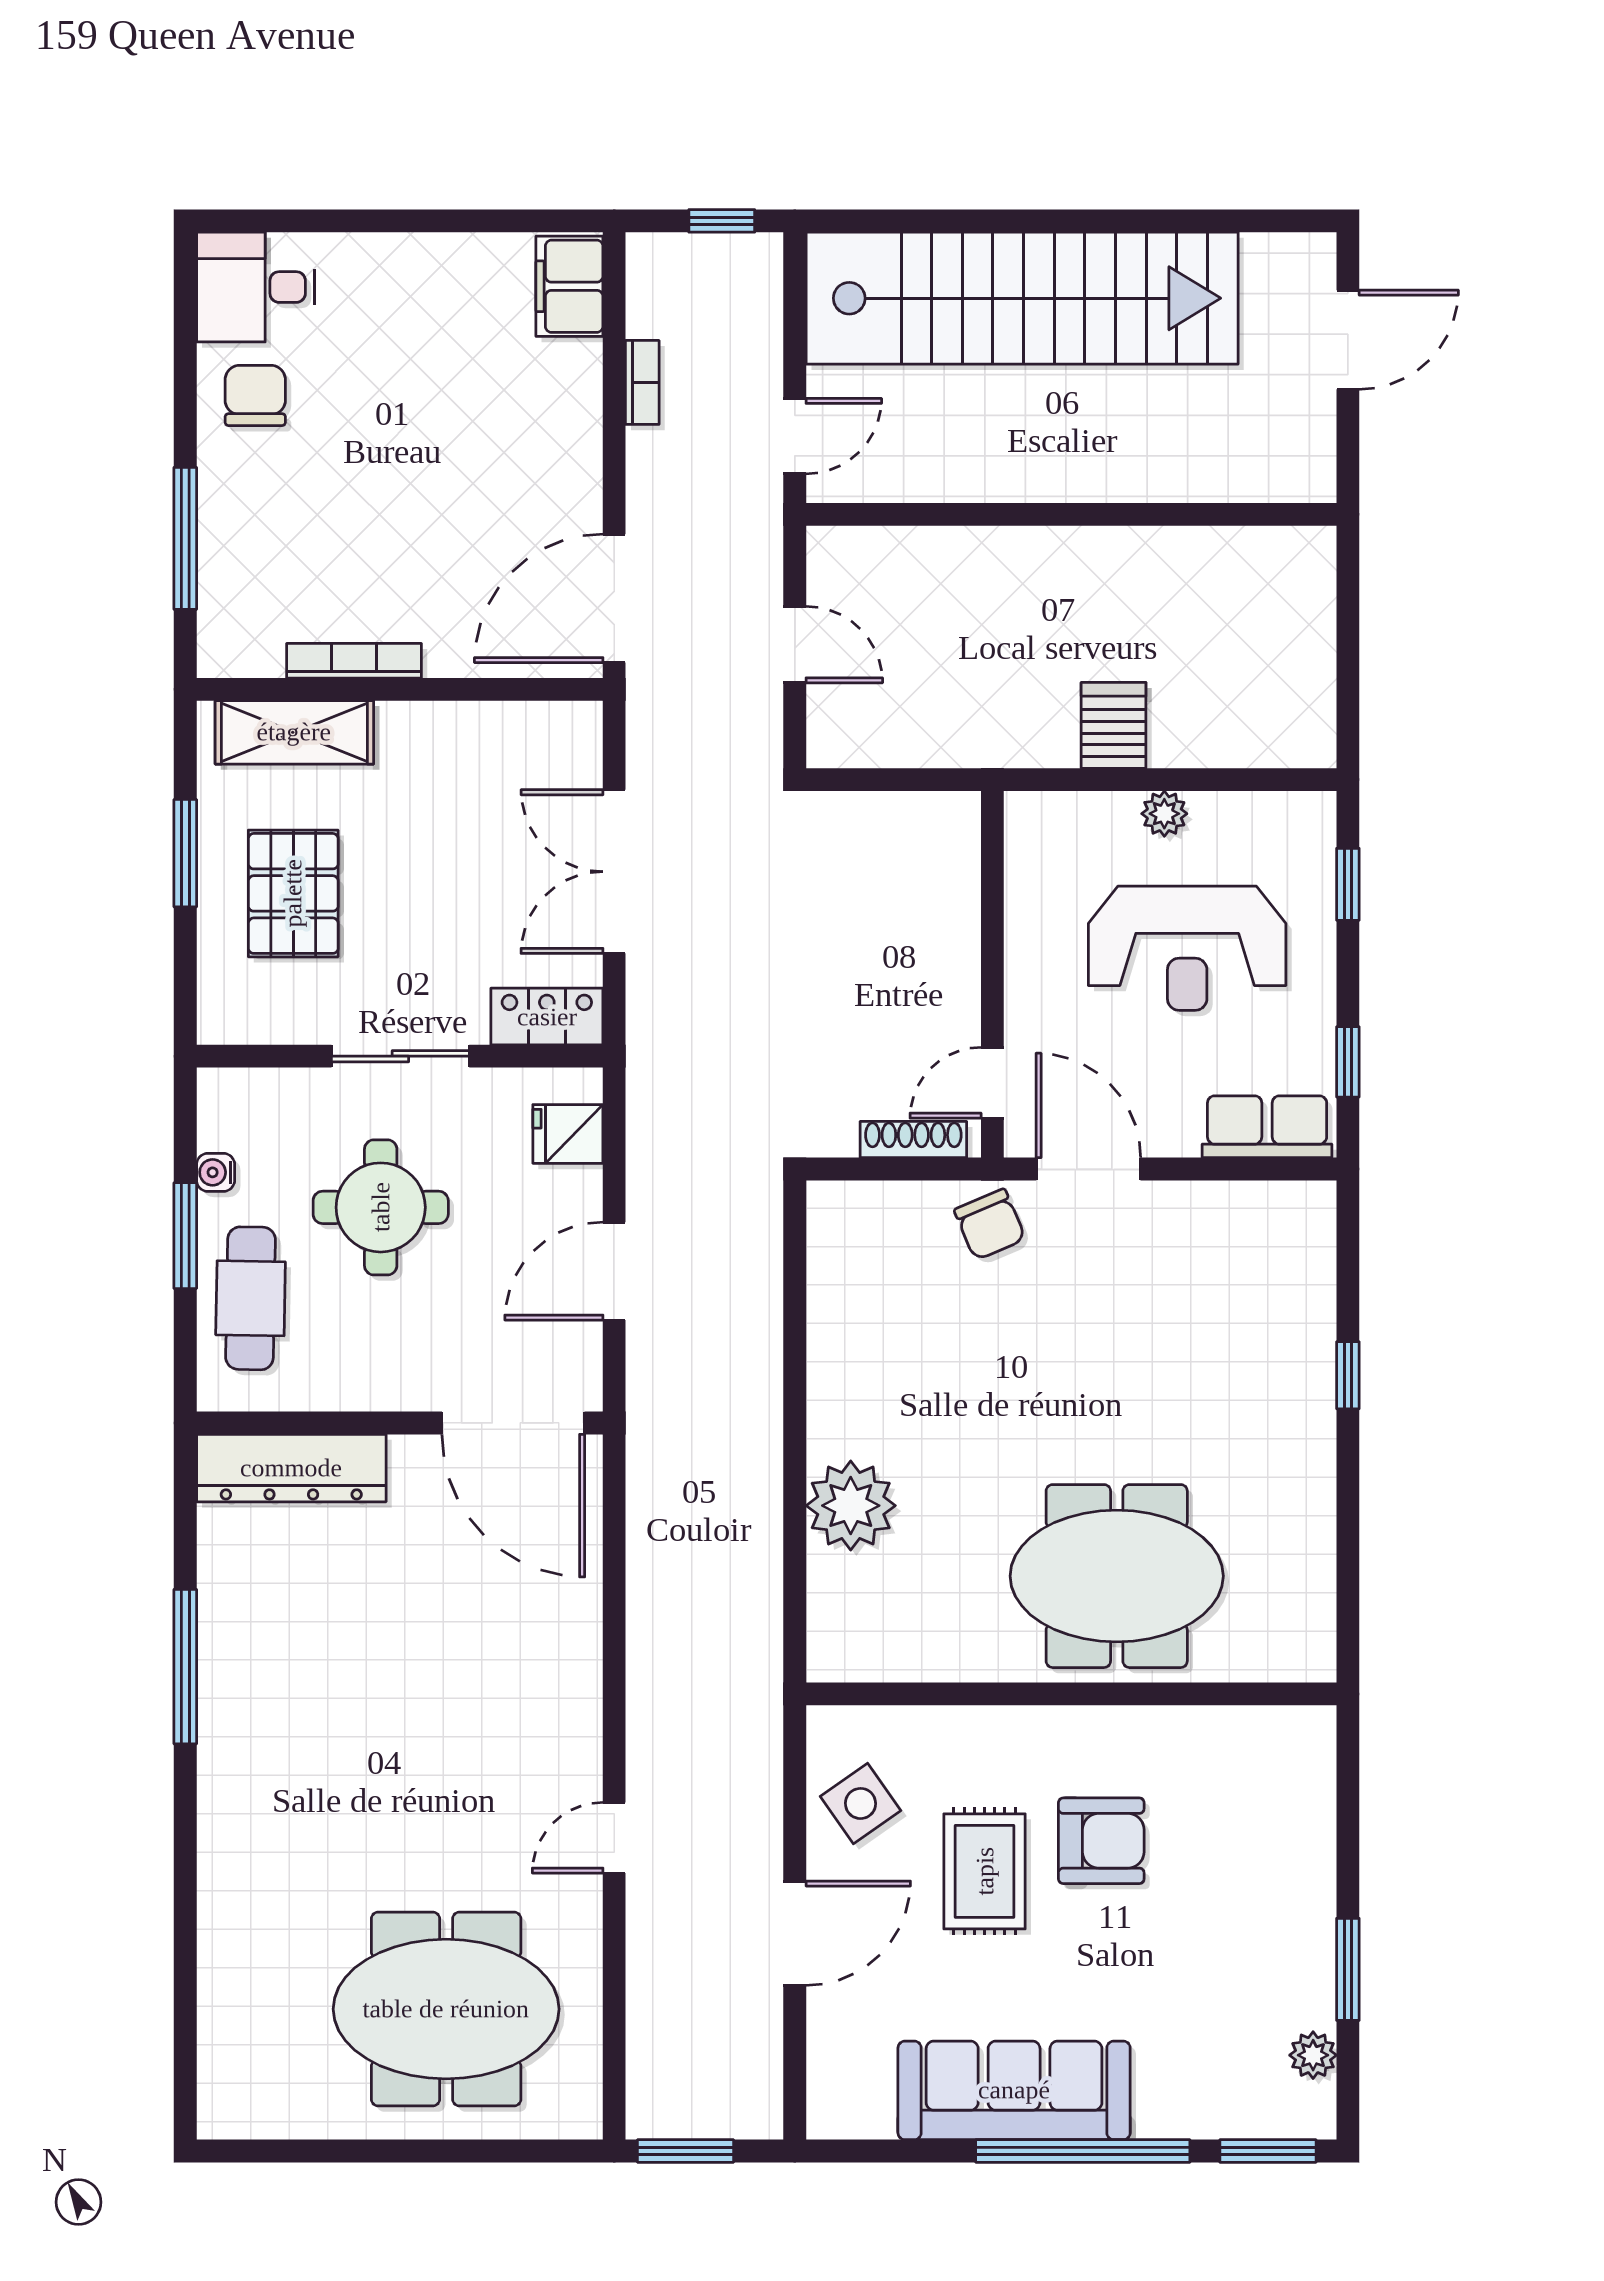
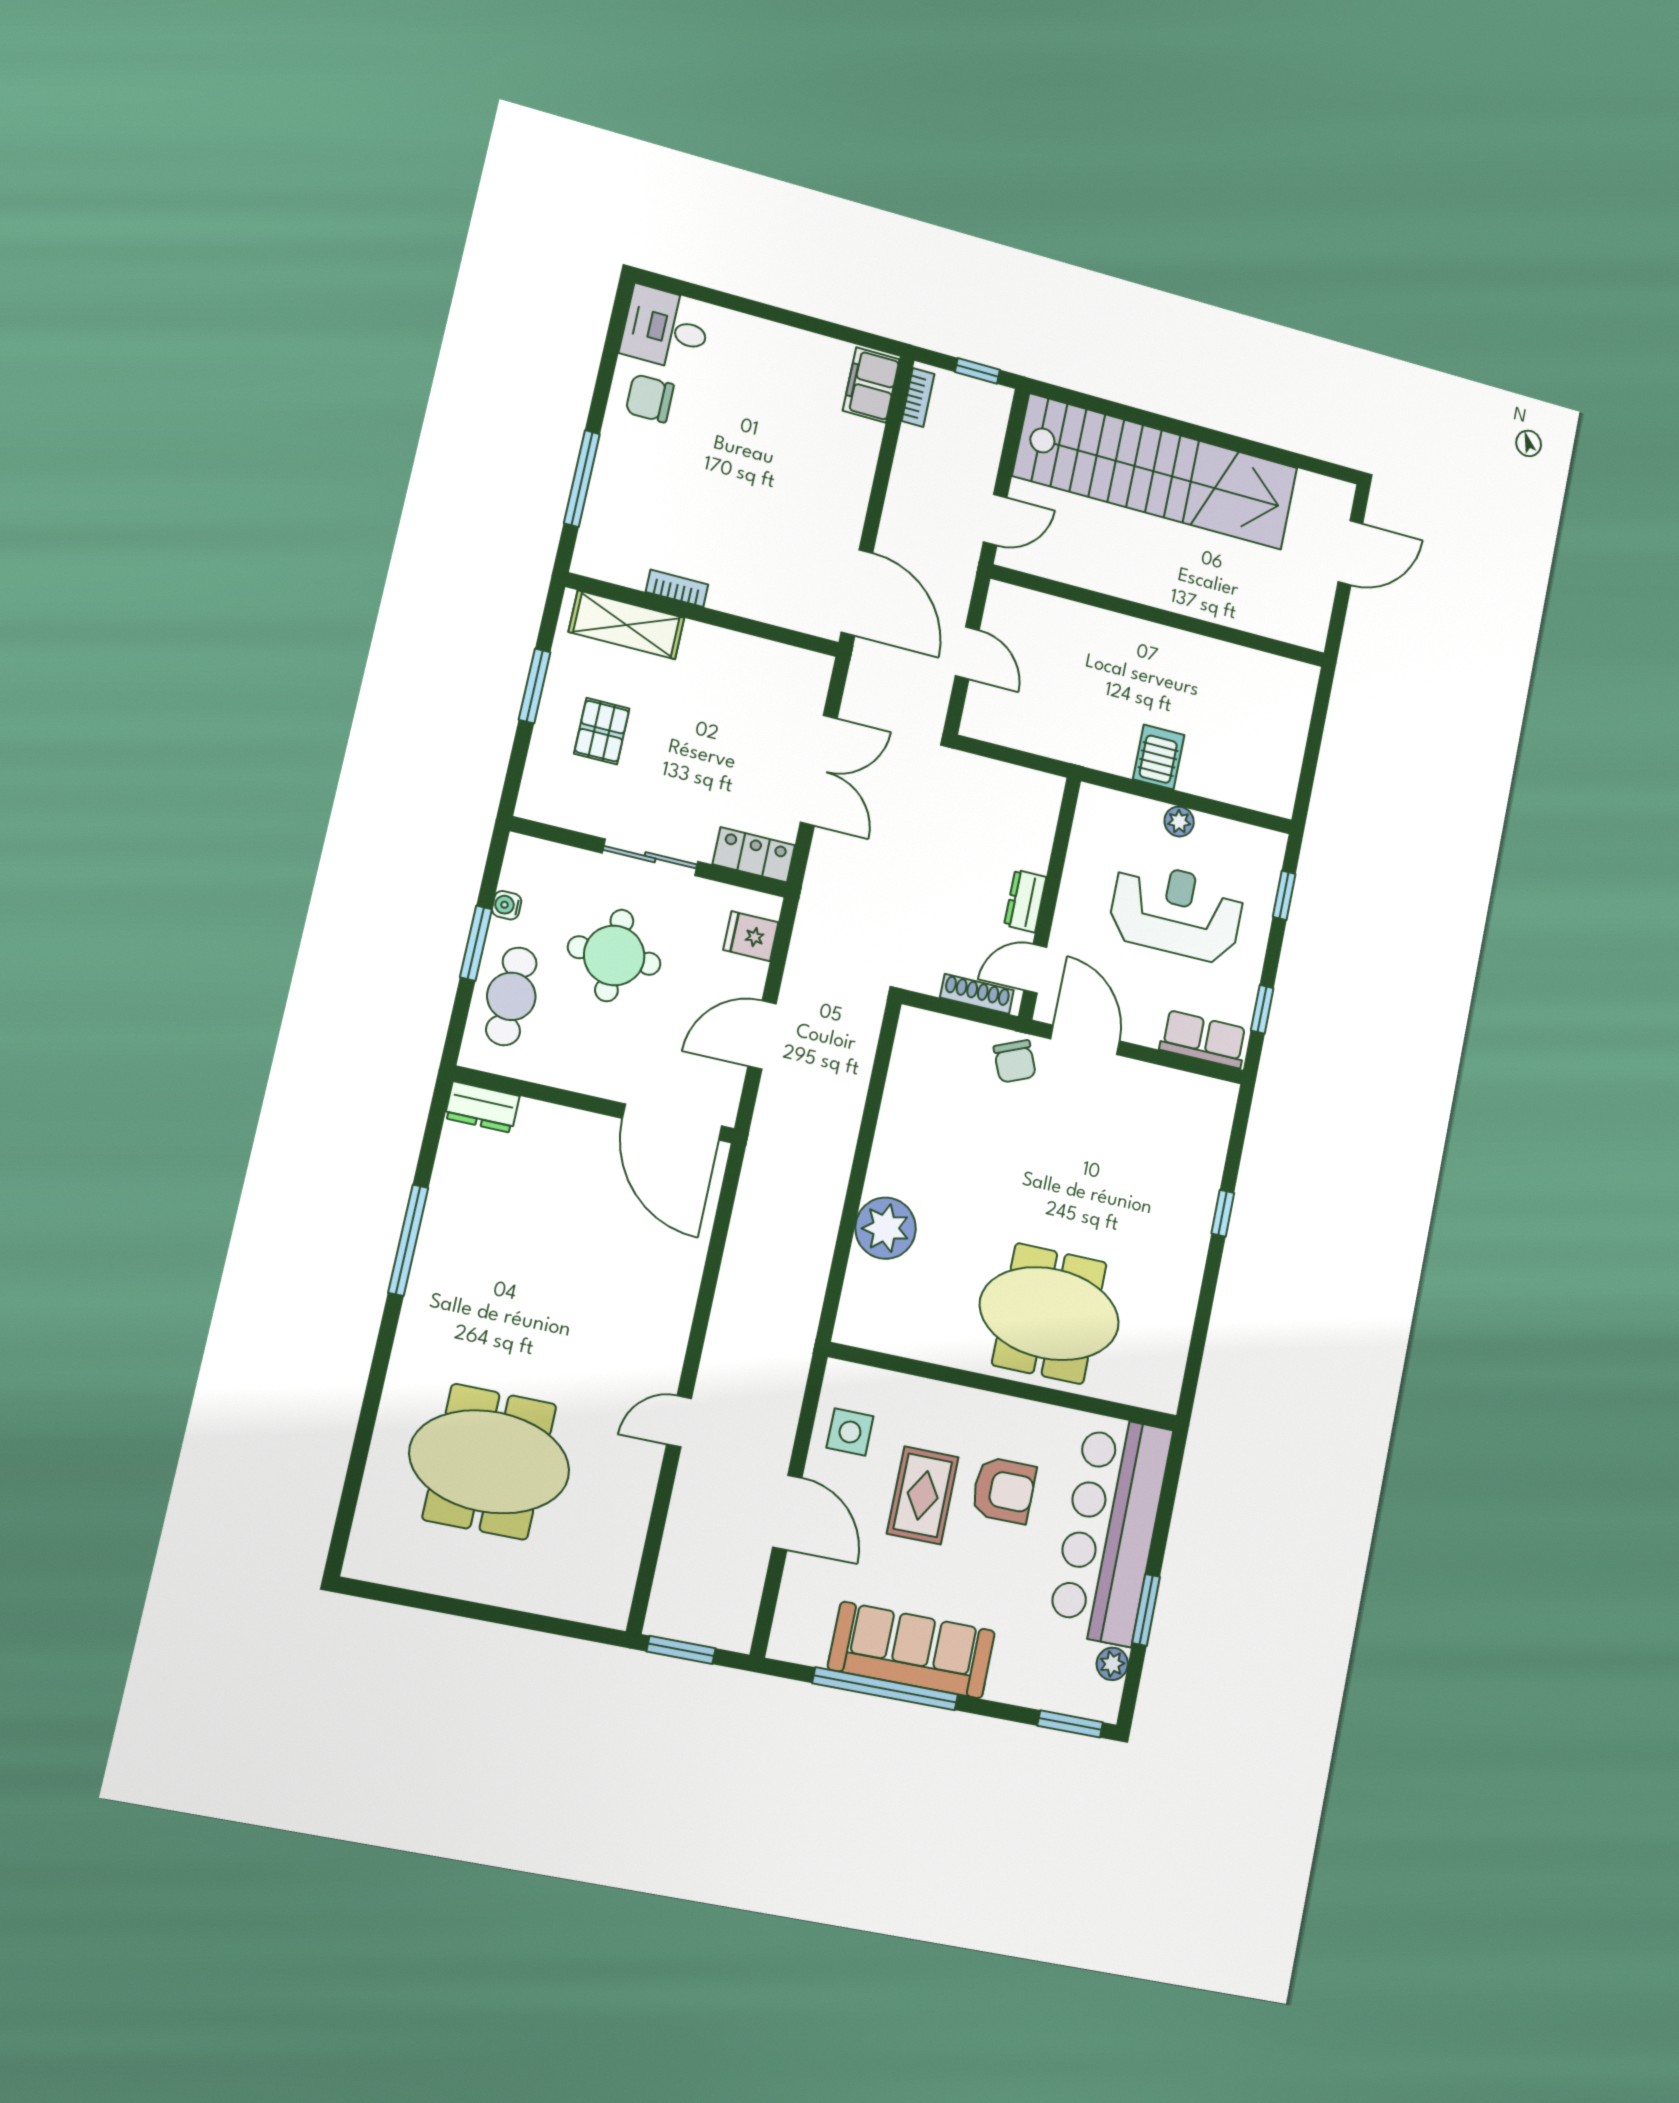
bookcase: (642, 382) -> (918, 398), moved
chair: (255, 395) -> (650, 398), turned -90
door: (614, 598) -> (857, 593), swing flipped
bookcase: (354, 661) -> (677, 588), width x0.64
double door: (614, 872) -> (819, 770), swing flipped
pallet: (293, 893) -> (602, 731), width x0.67, depth x0.71
reception desk: (1187, 948) -> (1176, 912), turned 180
dresser: (957, 987) -> (1025, 901), added
dresser: (291, 1468) -> (482, 1107), width x0.51, depth x0.80
side table: (860, 1803) -> (850, 1432), turned 35
bar counter: (1271, 1866) -> (1110, 1530), added
door: (795, 1933) -> (787, 1512), hinge flipped
meeting table: (446, 2009) -> (489, 1462), moved
window: (1083, 2151) -> (885, 1689), moved

